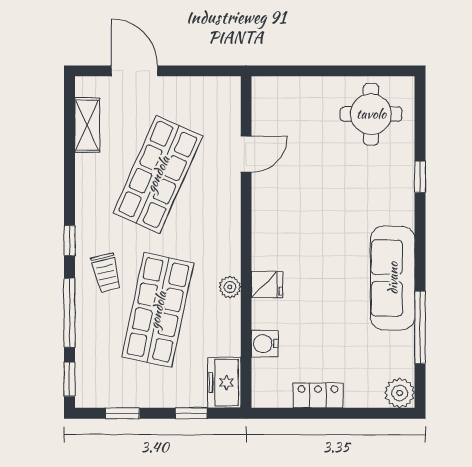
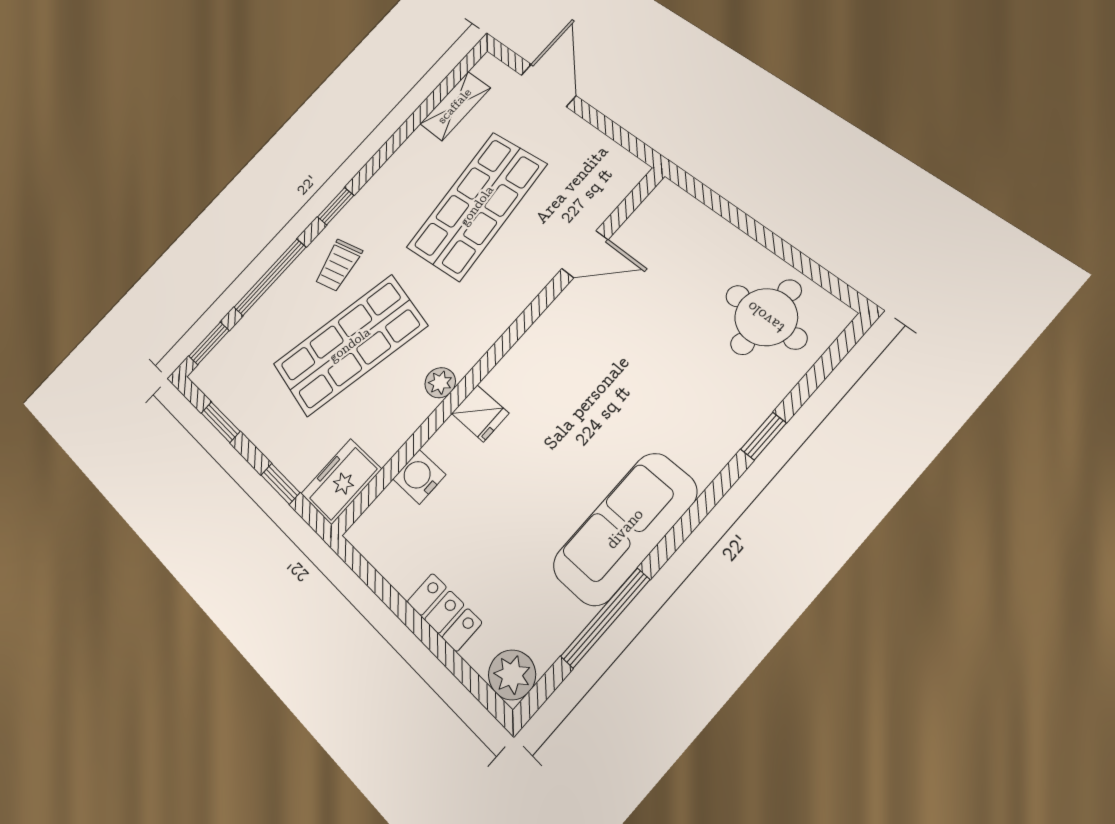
shop shelf: (158, 174) -> (477, 206), turned -30
locker: (318, 395) -> (444, 612), moved

